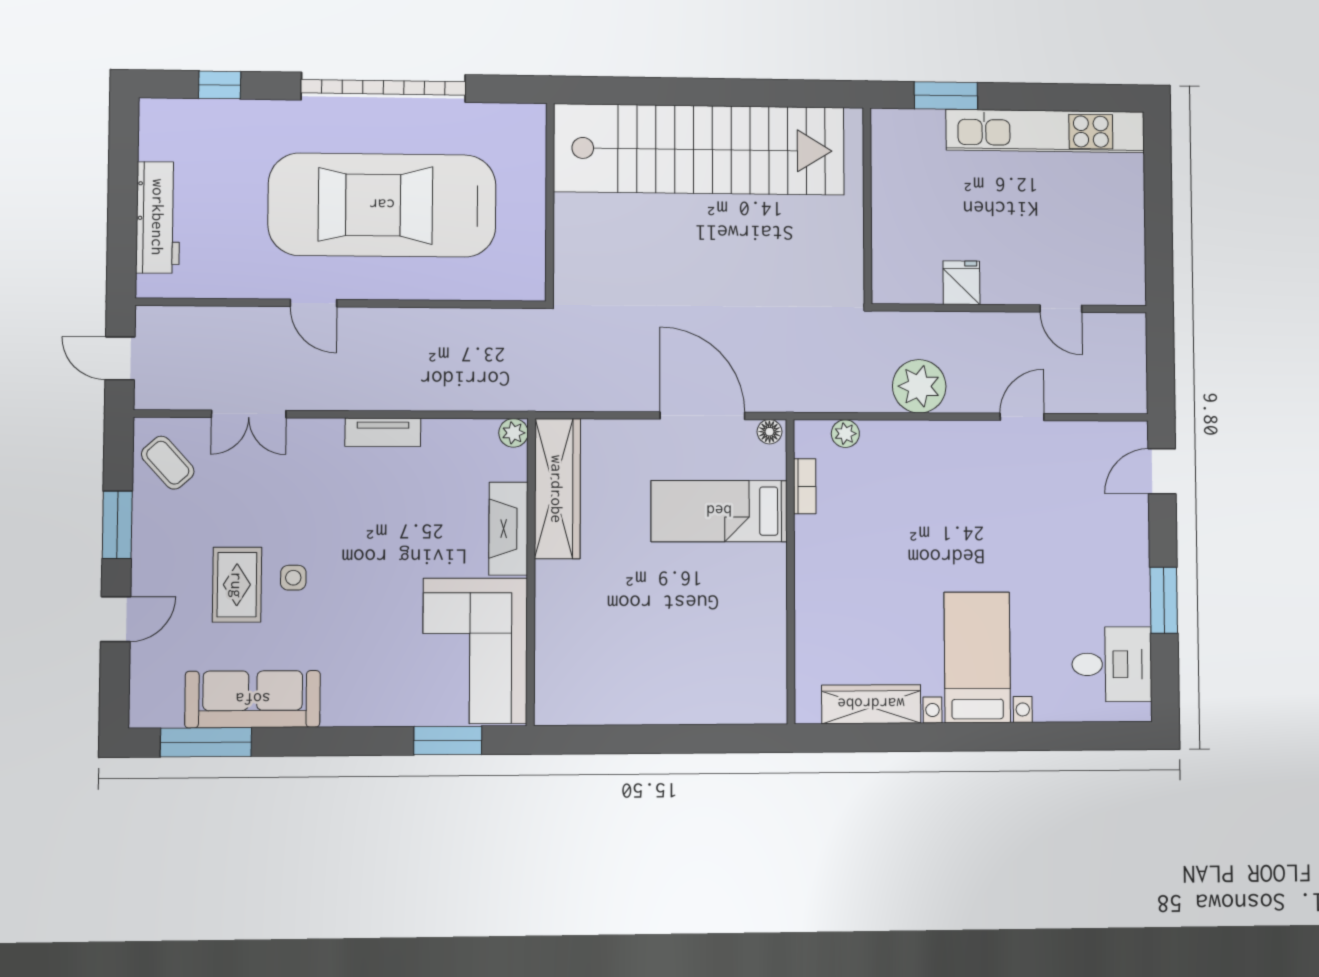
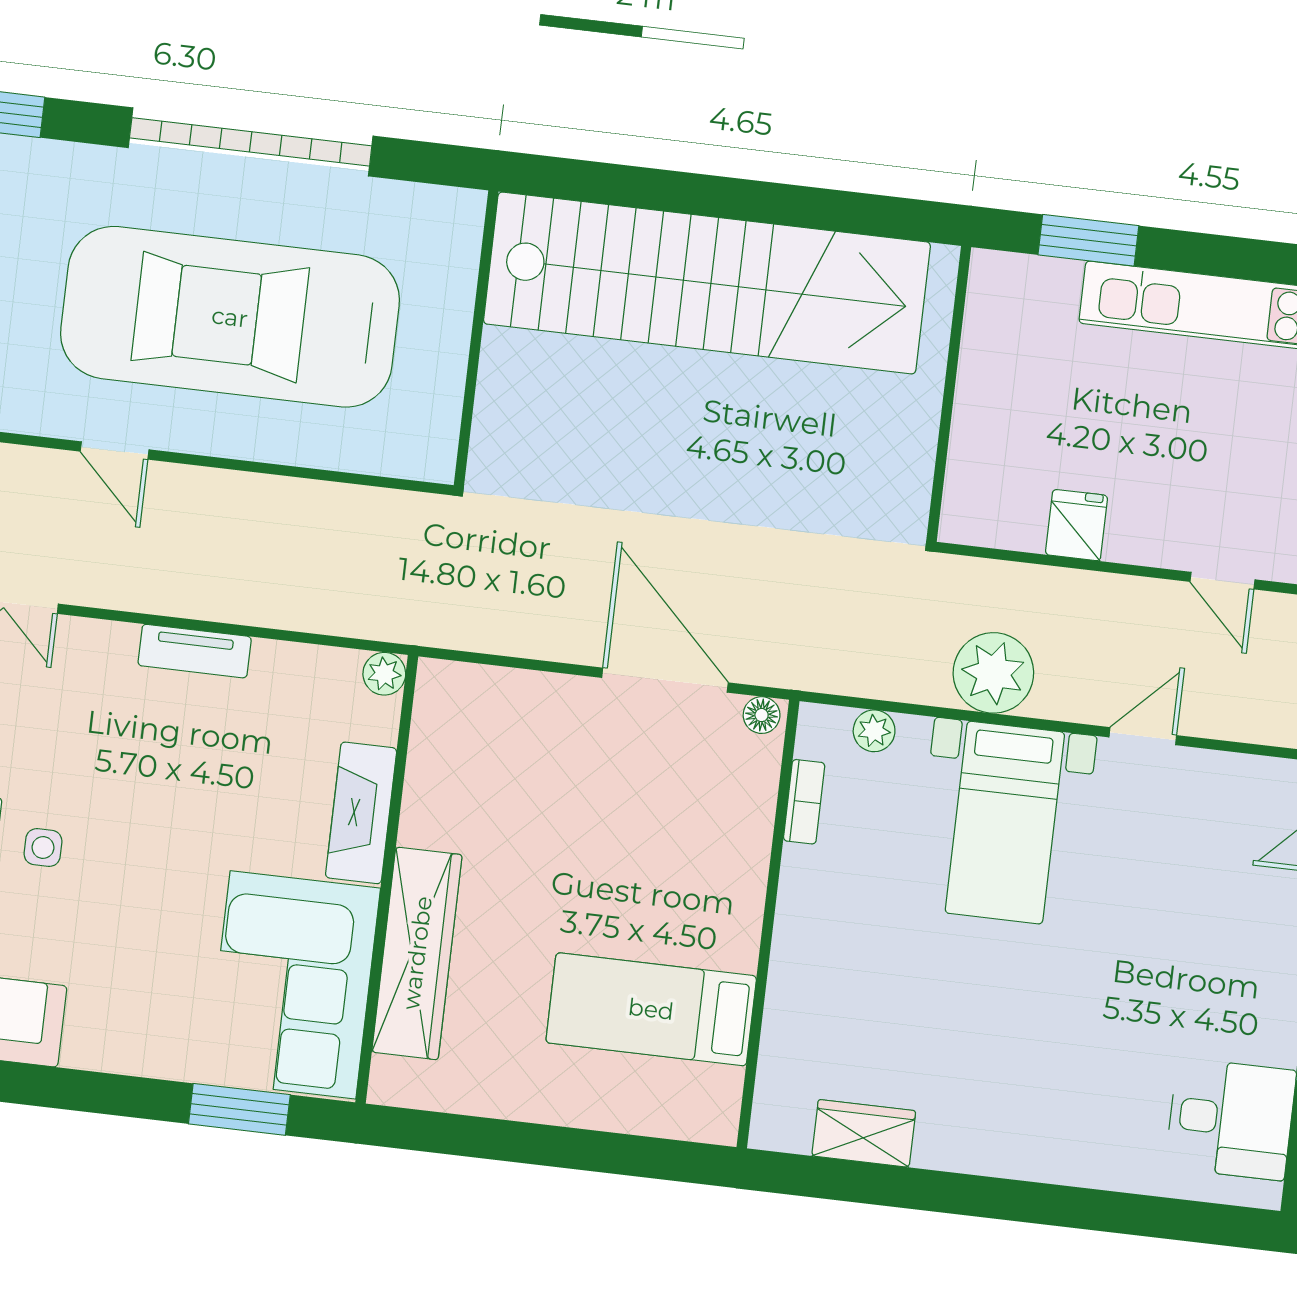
wardrobe: (557, 489) -> (417, 953), moved
bed: (719, 511) -> (651, 1009), moved
bed with nightstands: (977, 657) -> (1005, 823), moved, turned 180
wardrobe: (871, 704) -> (864, 1133), width x0.67

